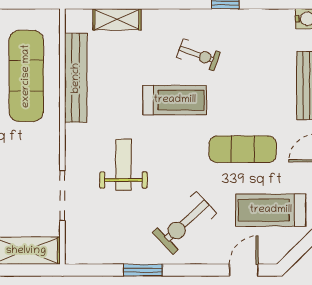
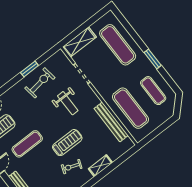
shelving: (117, 19) -> (100, 166), moved
treadmill: (175, 100) -> (67, 143), turned 180
exercise bike: (185, 223) -> (40, 83), moved, turned 35

